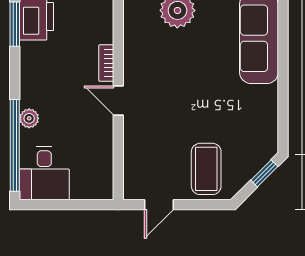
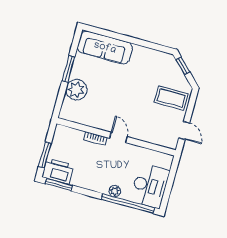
door: (118, 100) -> (118, 137), swing flipped
desk: (44, 173) -> (150, 186), width x1.37

